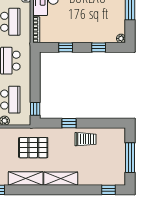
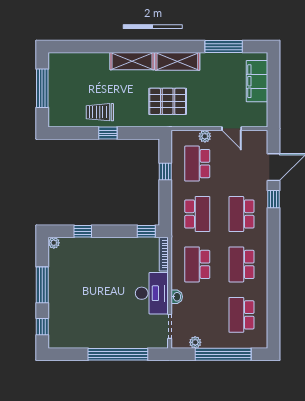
window: (66, 47) -> (146, 231), moved
window: (35, 109) -> (165, 172), moved
window: (69, 123) -> (108, 133), moved
window: (108, 190) -> (70, 47), removed

